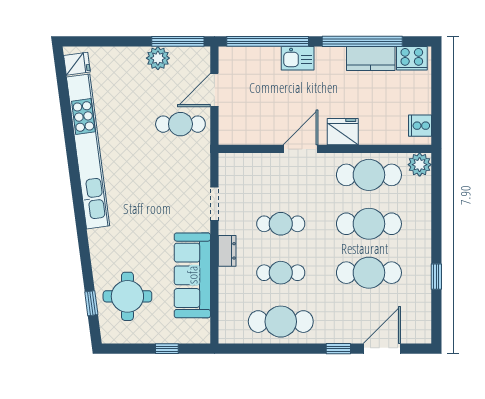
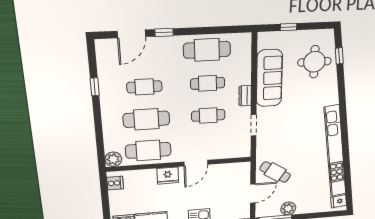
cafe table: (180, 124) -> (275, 172), turned 33
cafe table: (369, 273) -> (144, 87), width x0.73, depth x0.74

